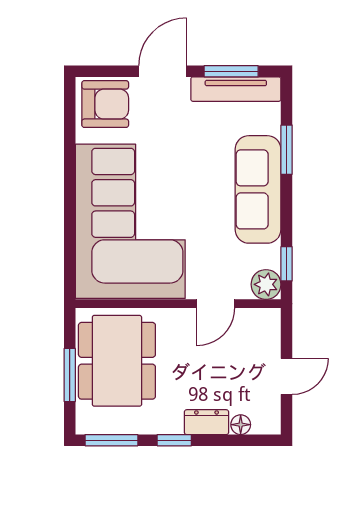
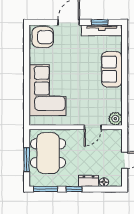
window: (231, 71) -> (100, 22), width x0.67
window: (287, 150) -> (125, 58), removed
sofa: (258, 189) -> (112, 69), width x0.73
corner sofa: (130, 221) -> (47, 90), width x0.73, depth x0.74
window: (287, 264) -> (125, 109), removed

